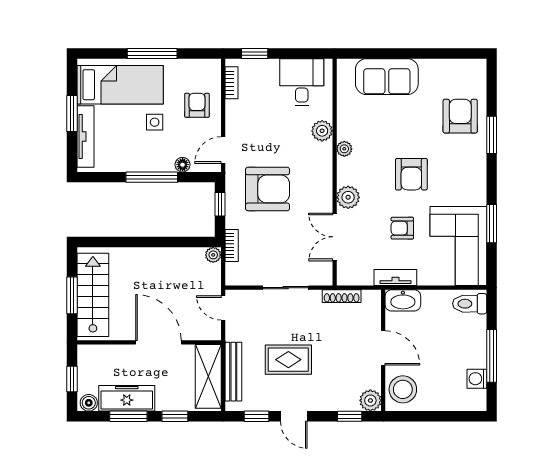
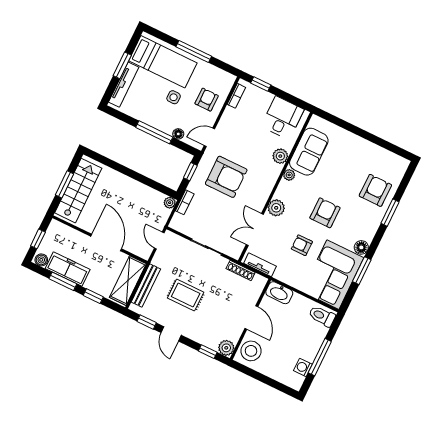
sofa: (387, 77) -> (309, 152), moved, turned -90
armchair: (411, 174) -> (325, 213), turned 180
floor lamp: (477, 195) -> (361, 247), added
tv unit: (395, 277) -> (260, 265), moved

